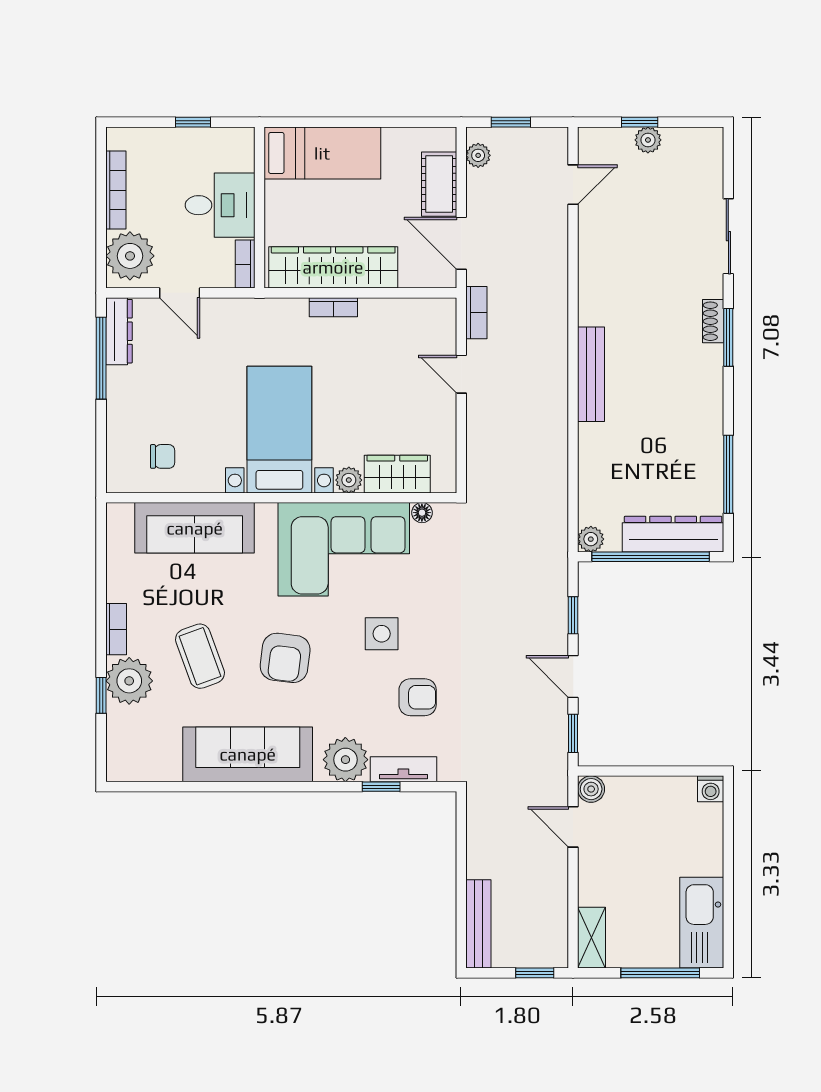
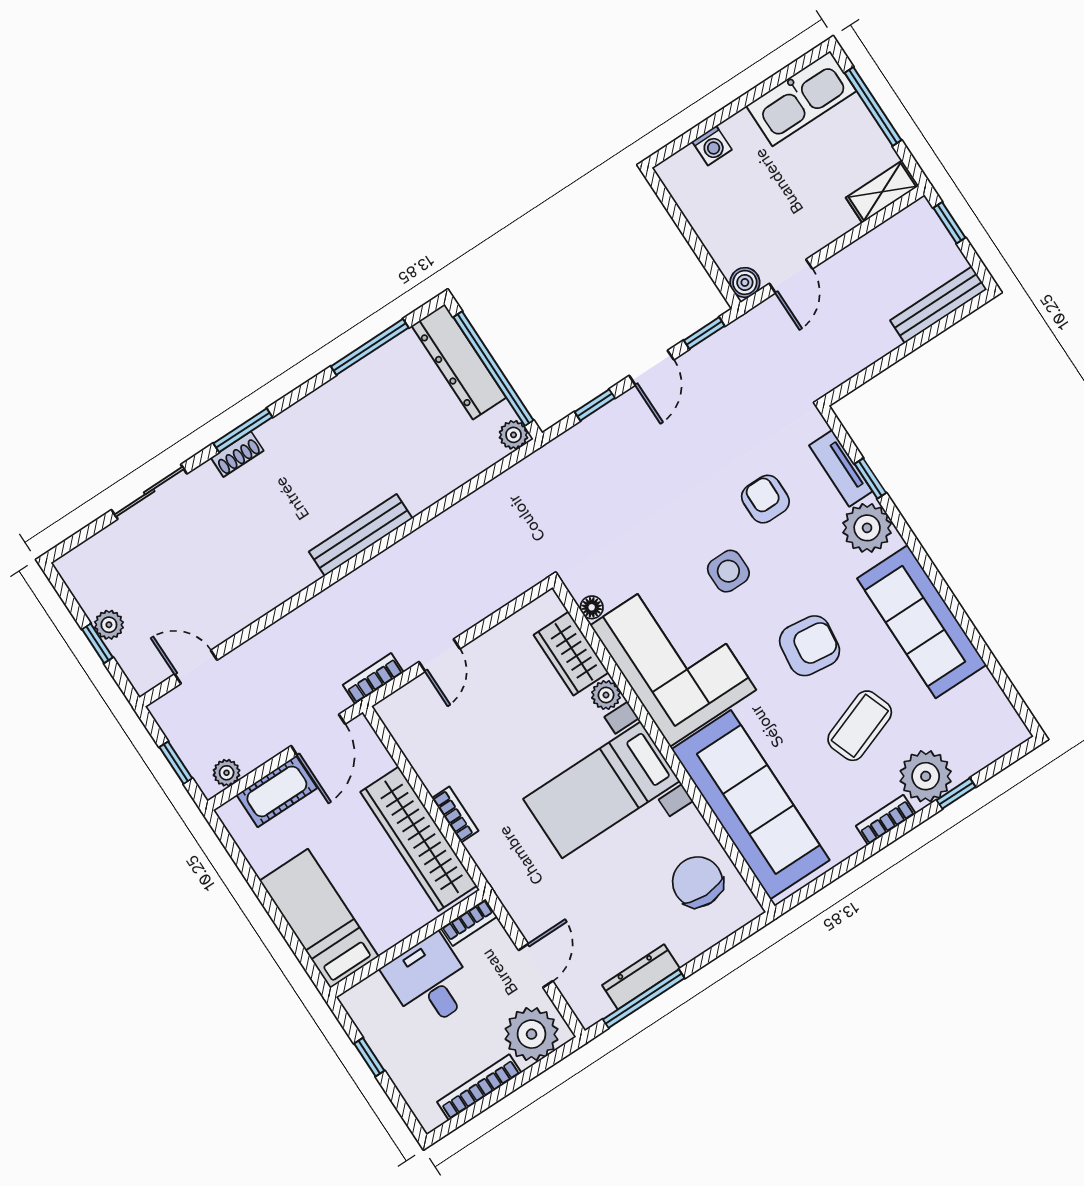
dresser: (119, 331) -> (641, 977), moved
chair: (163, 456) -> (698, 882), width x1.87, depth x1.87
sofa: (195, 528) -> (751, 805), width x1.36, depth x1.27
washing machine: (711, 789) -> (712, 146), moved, turned 90

